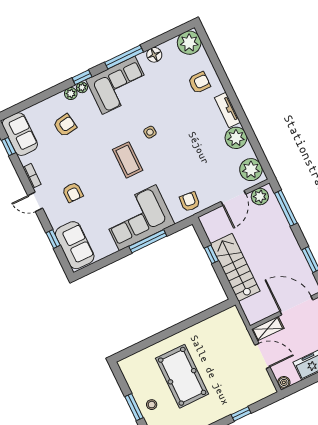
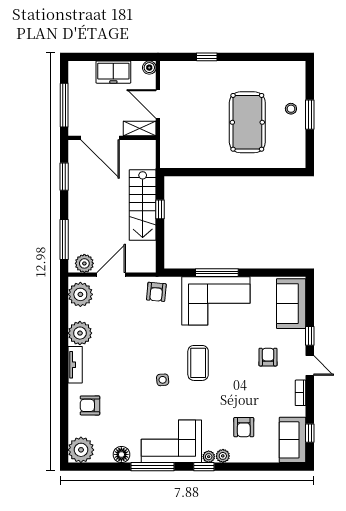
armchair: (65, 125) -> (244, 427), turned -81
window: (53, 239) -> (310, 336), moved
window: (211, 254) -> (160, 209), moved

